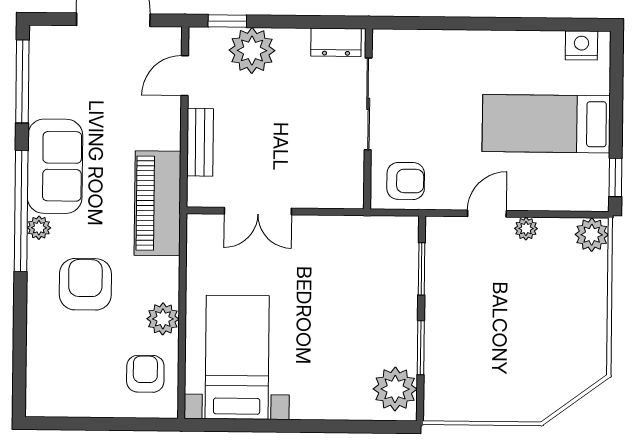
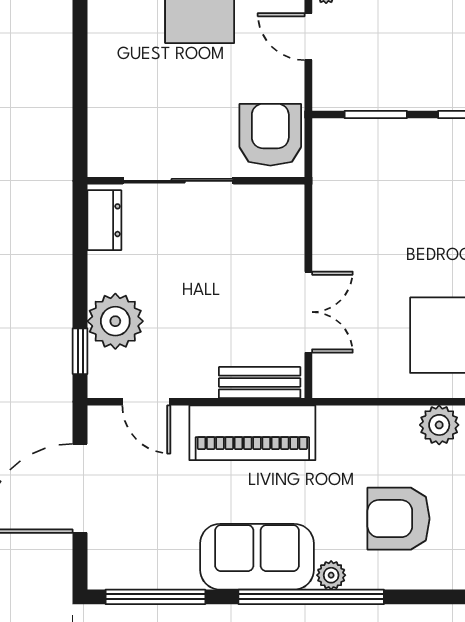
bench: (200, 142) -> (260, 382), moved
armchair: (406, 181) -> (270, 135), width x1.38, depth x1.38
piano: (158, 203) -> (252, 433), moved

